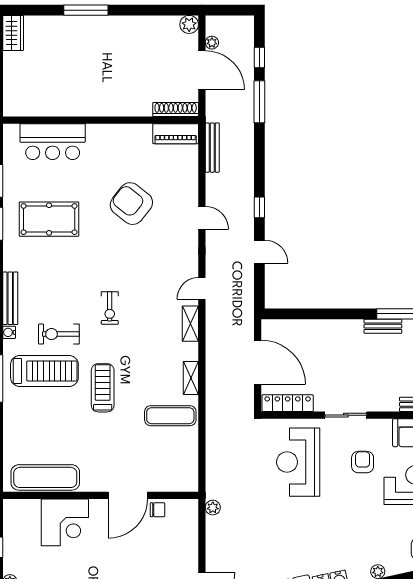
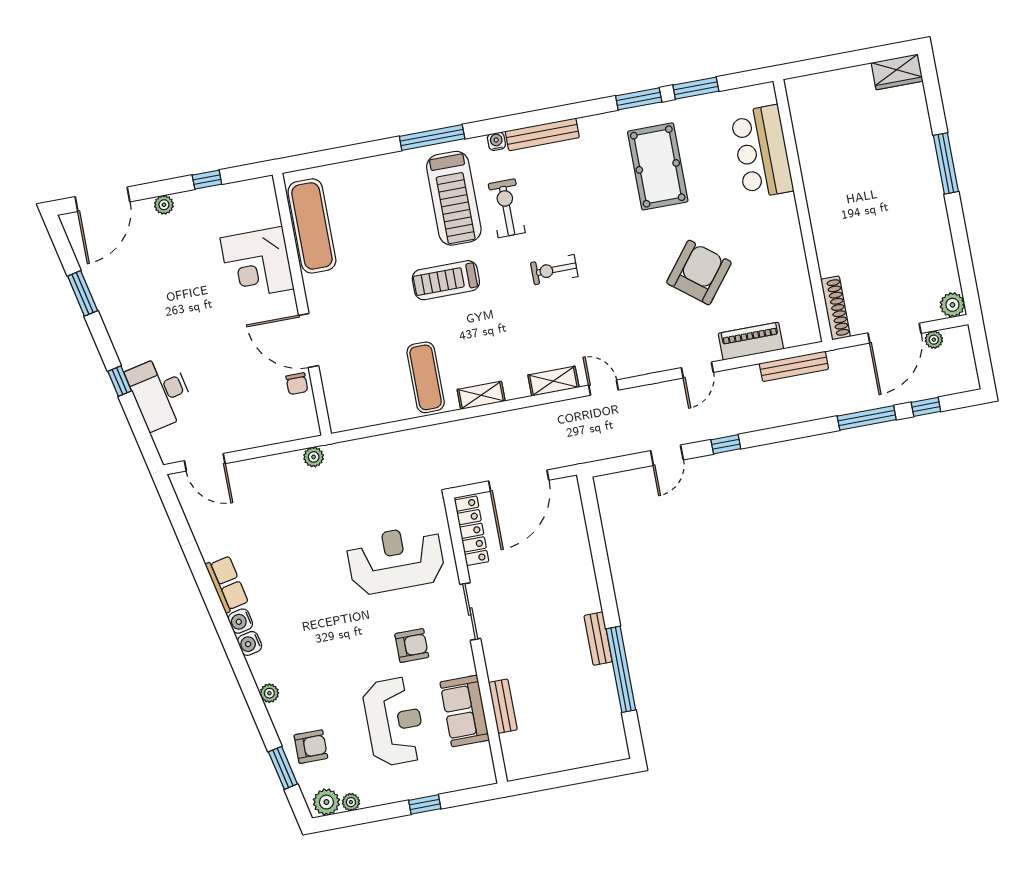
piano: (176, 134) -> (751, 341), moved, turned 90
treadmill: (103, 388) -> (446, 280), turned 180

